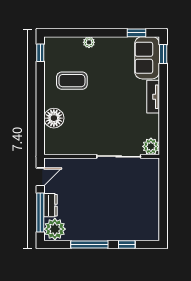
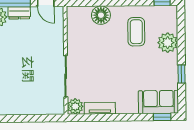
window: (137, 33) -> (182, 74), moved
plant: (89, 42) -> (168, 43), width x1.88, depth x1.88
tv unit: (153, 97) -> (100, 108), moved

